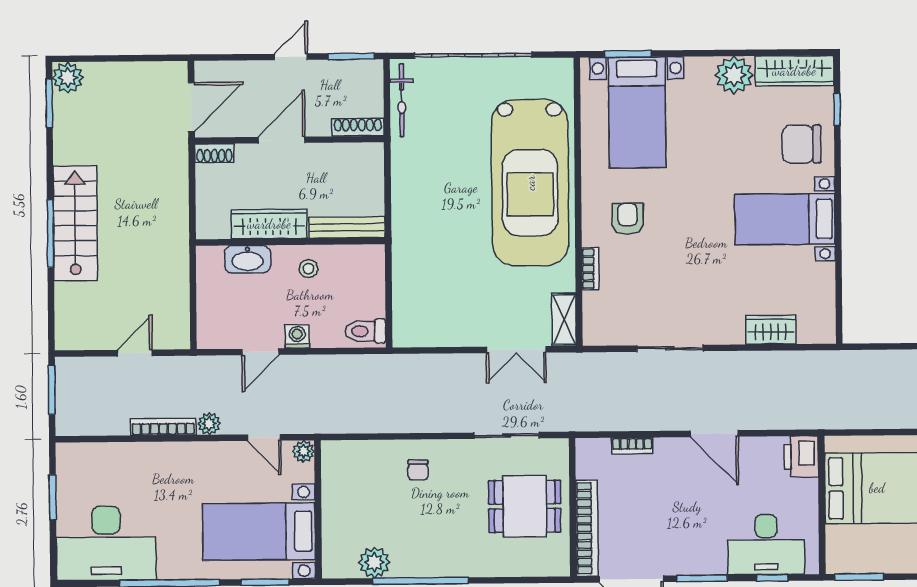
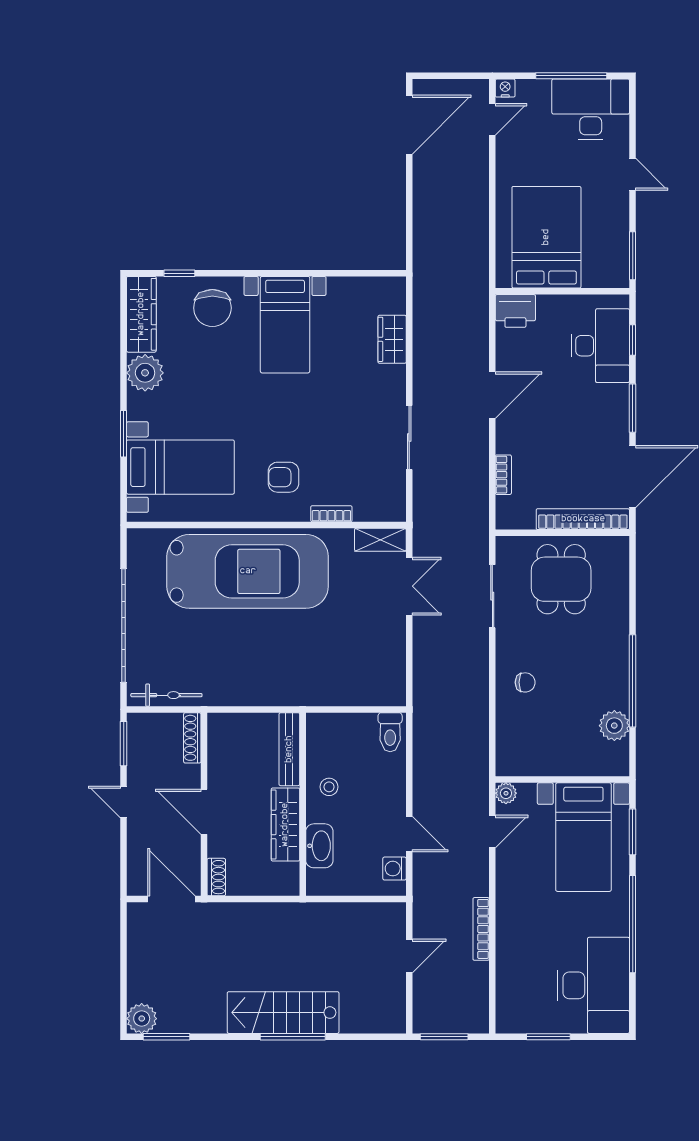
window: (628, 54) -> (124, 434), moved
washing machine: (297, 336) -> (395, 869), moved
door: (135, 353) -> (409, 956), swing flipped
plant: (209, 424) -> (478, 884), removed

